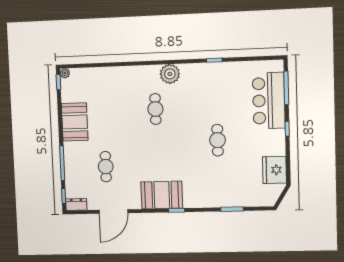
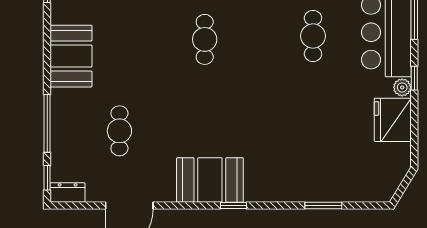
plant: (280, 135) -> (402, 87), added
cafe table: (218, 140) -> (313, 36), moved
fridge: (274, 170) -> (393, 120), moved

